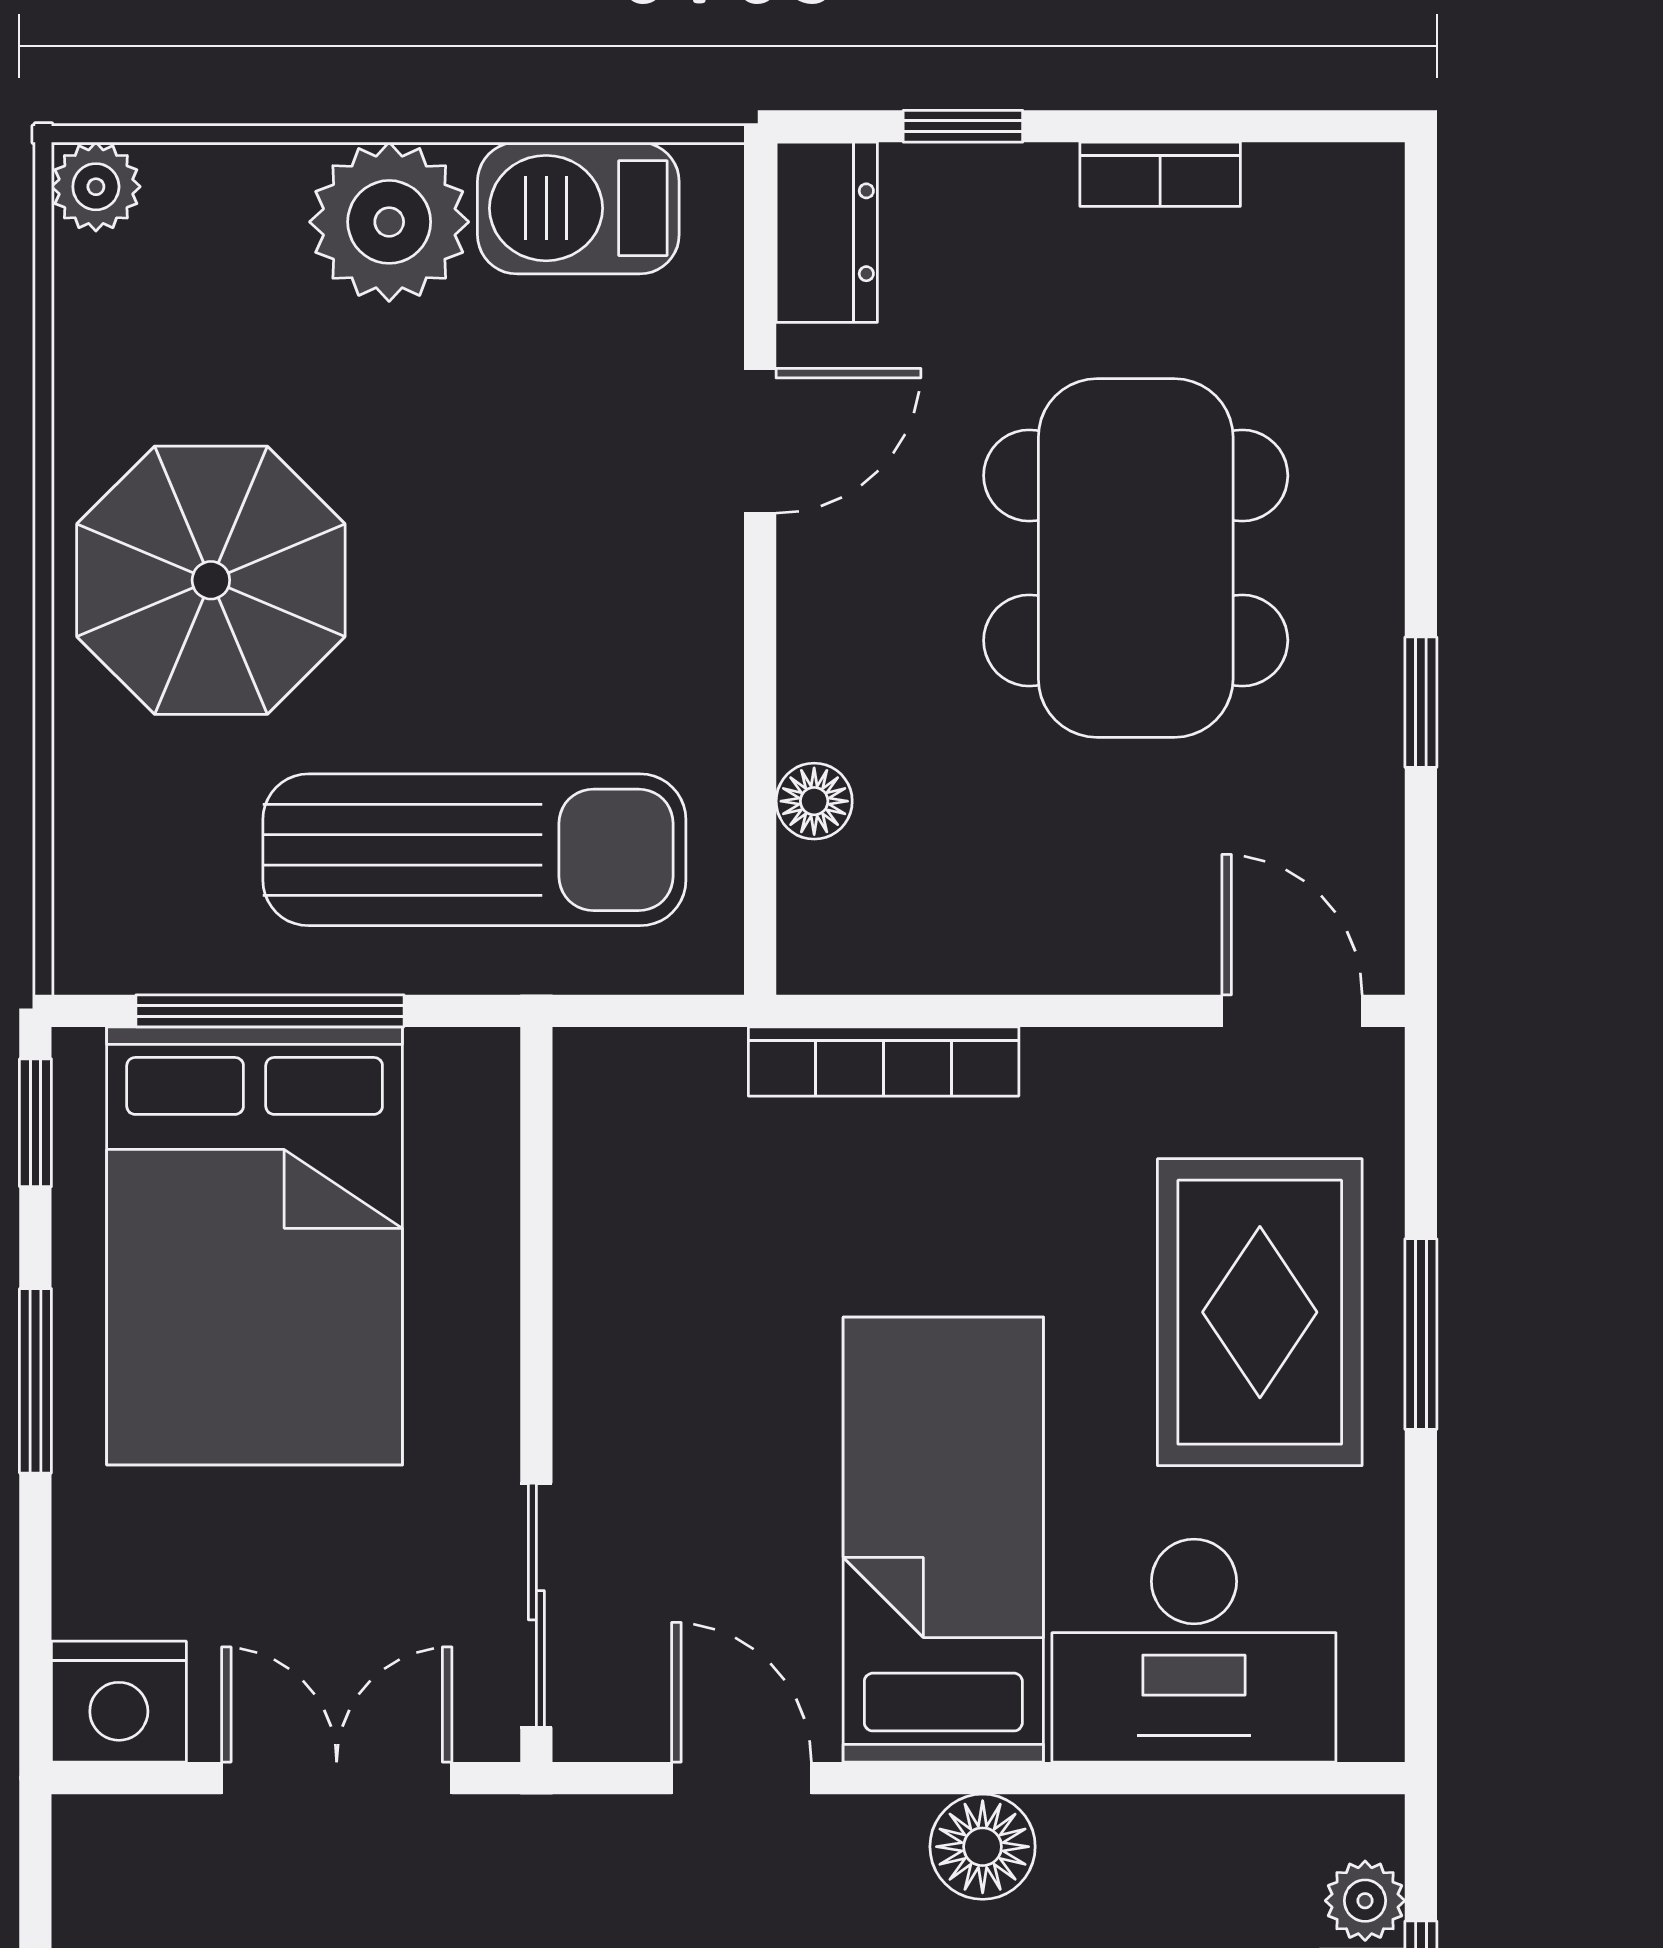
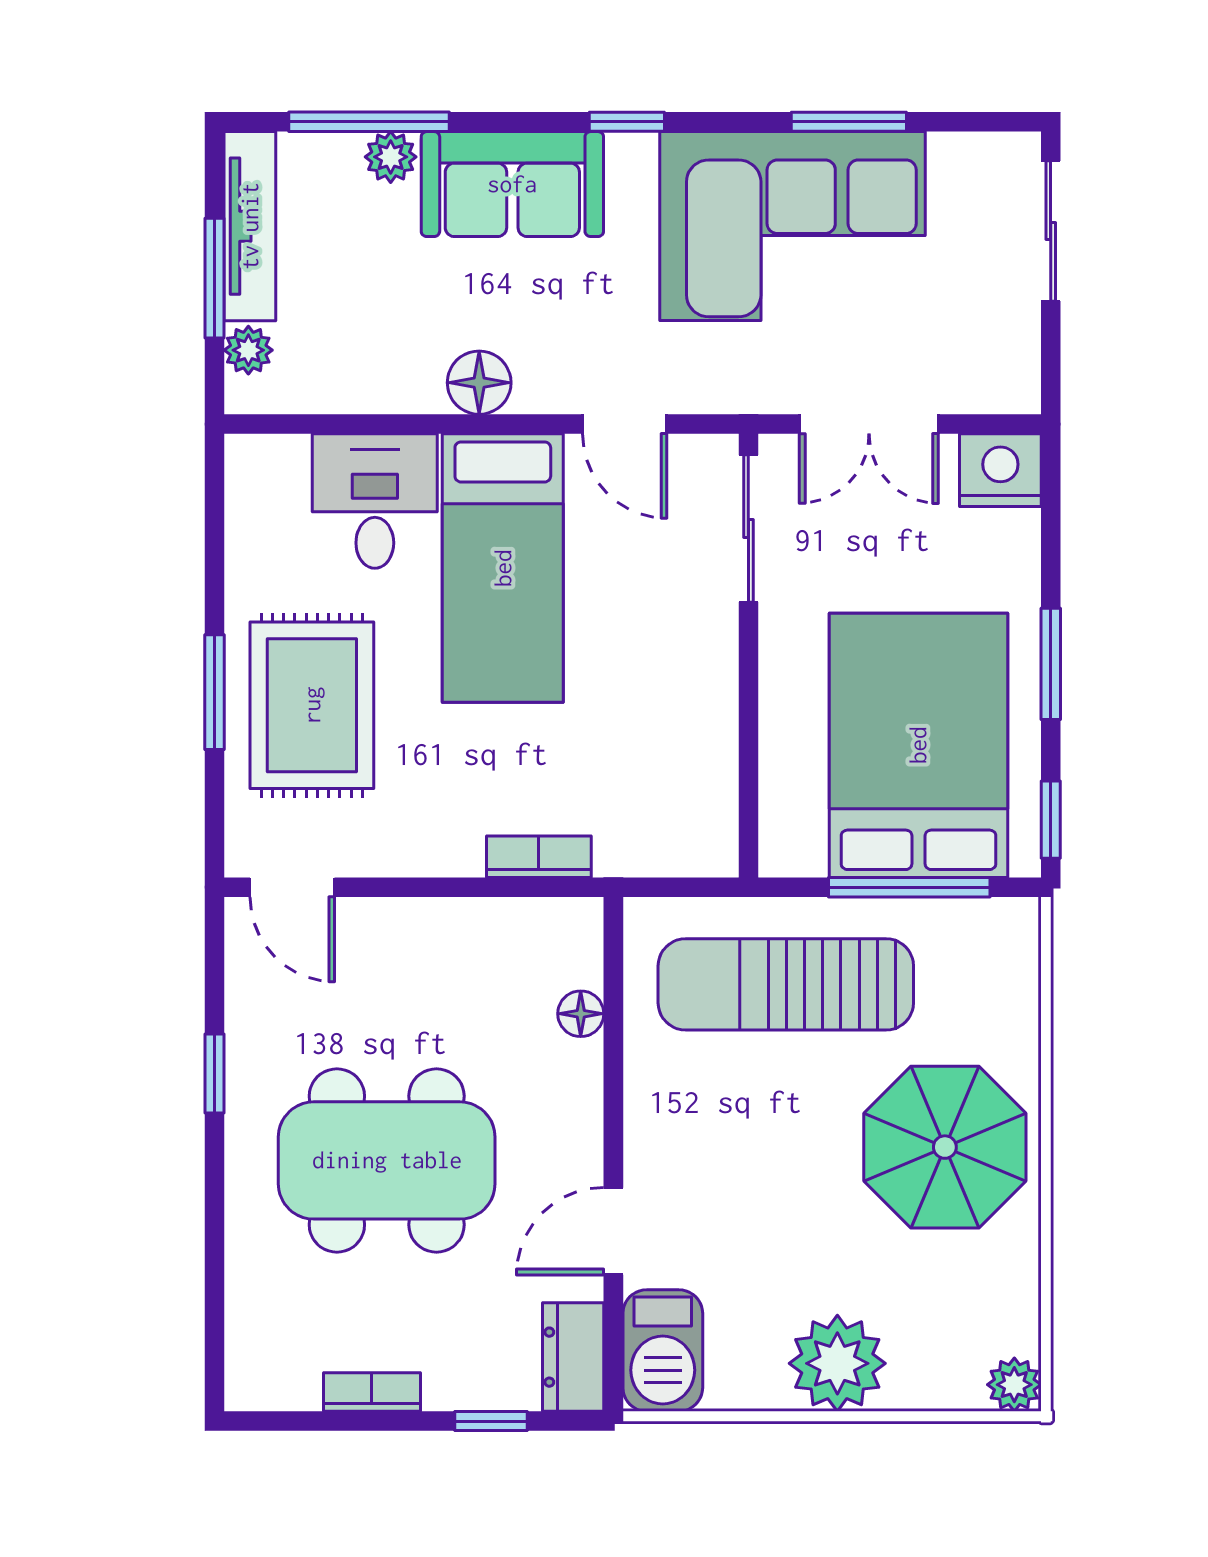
barbecue: (578, 208) -> (663, 1351), moved, turned 90
dining table: (1136, 558) -> (387, 1160), turned 90
bookcase: (884, 1061) -> (539, 857), width x0.64
desk: (1194, 1651) -> (375, 501), width x0.73

